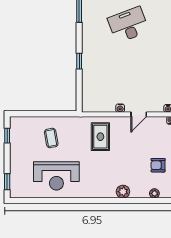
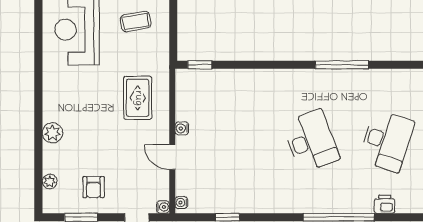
window: (79, 61) -> (200, 65), moved
rug: (100, 137) -> (138, 98), turned 90
armchair: (158, 165) -> (94, 187), turned 180

